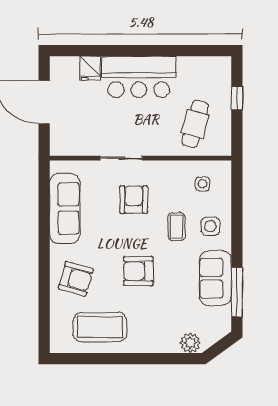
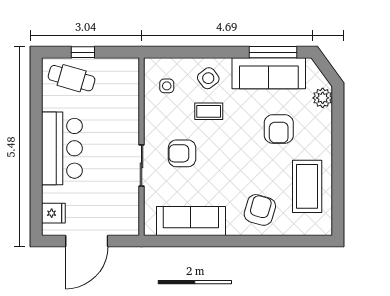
fridge: (90, 68) -> (53, 213), moved
cafe table: (195, 124) -> (72, 78), moved
side table: (210, 226) -> (208, 78), turned -37
armchair: (138, 271) -> (279, 129), moved
sofa: (215, 278) -> (269, 73), width x1.36

